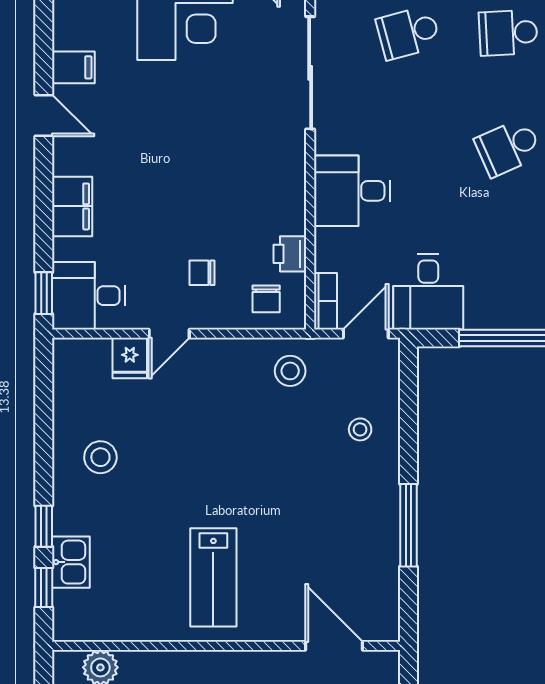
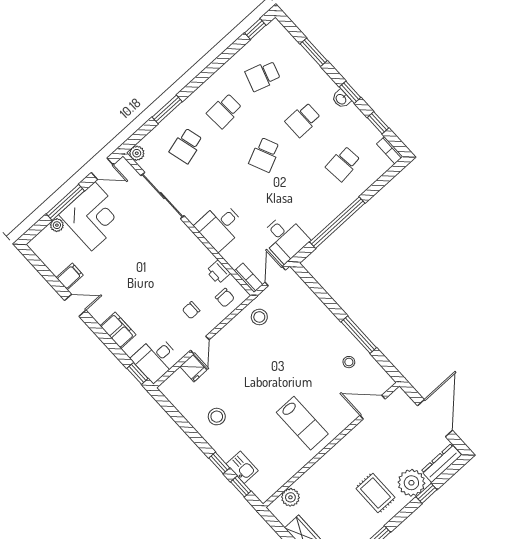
stool: (360, 429) -> (349, 362), moved

